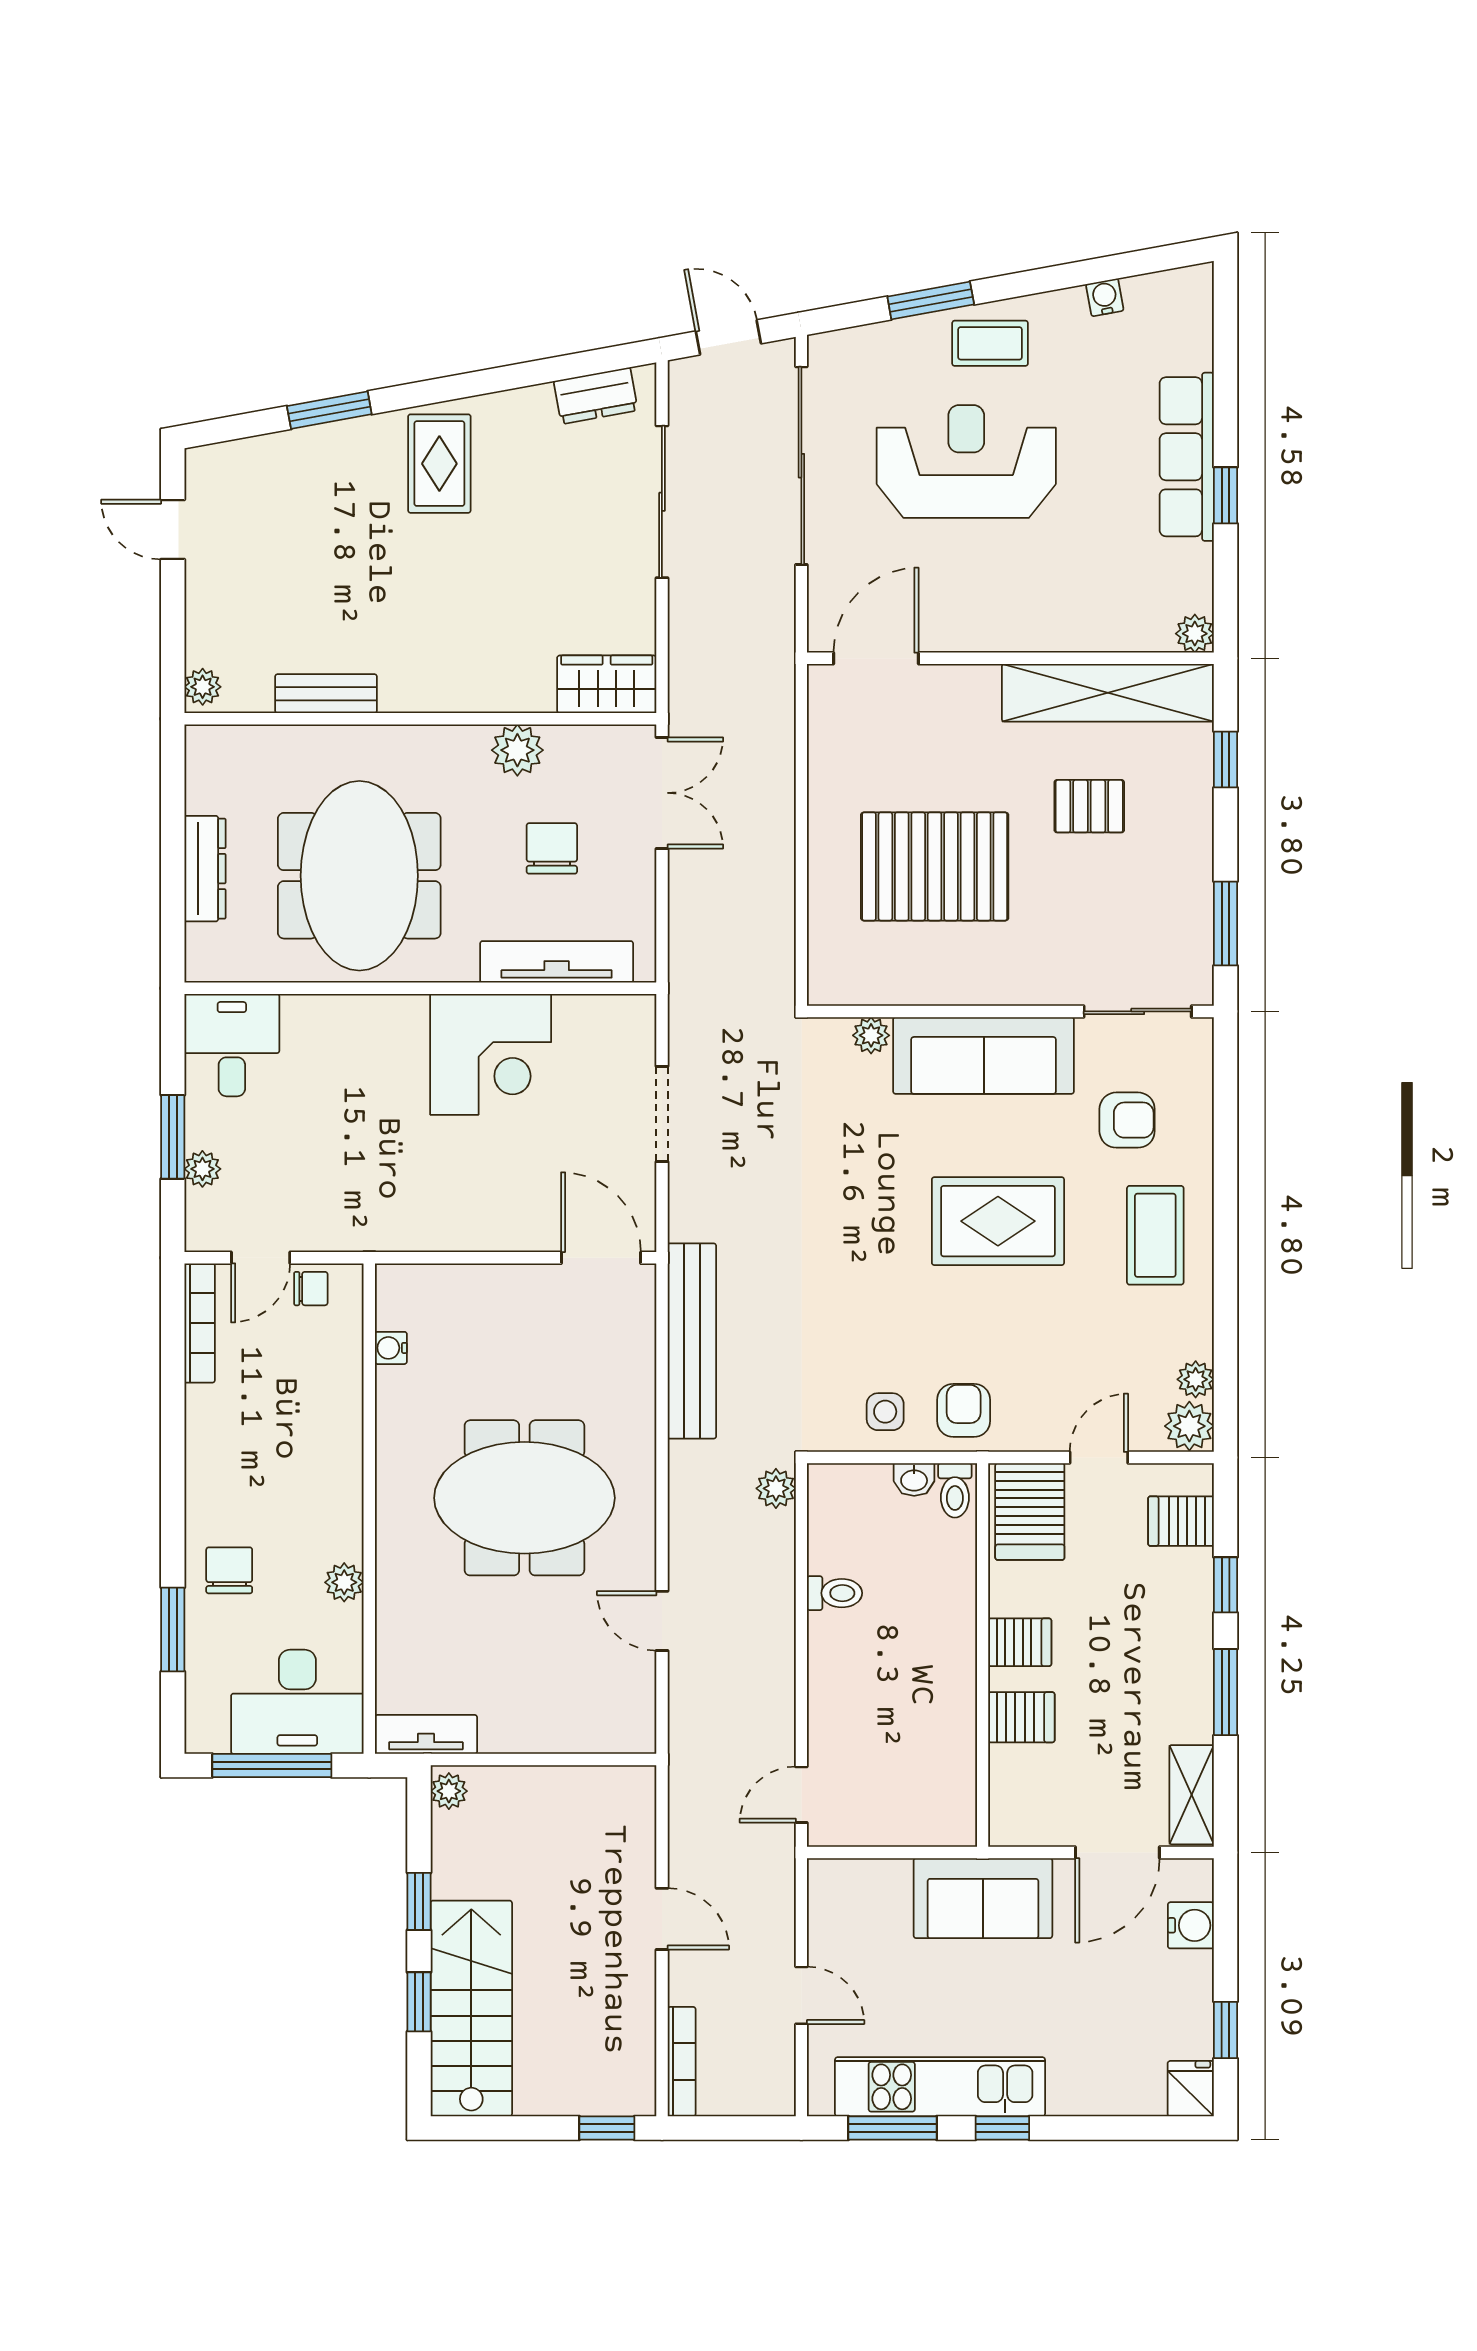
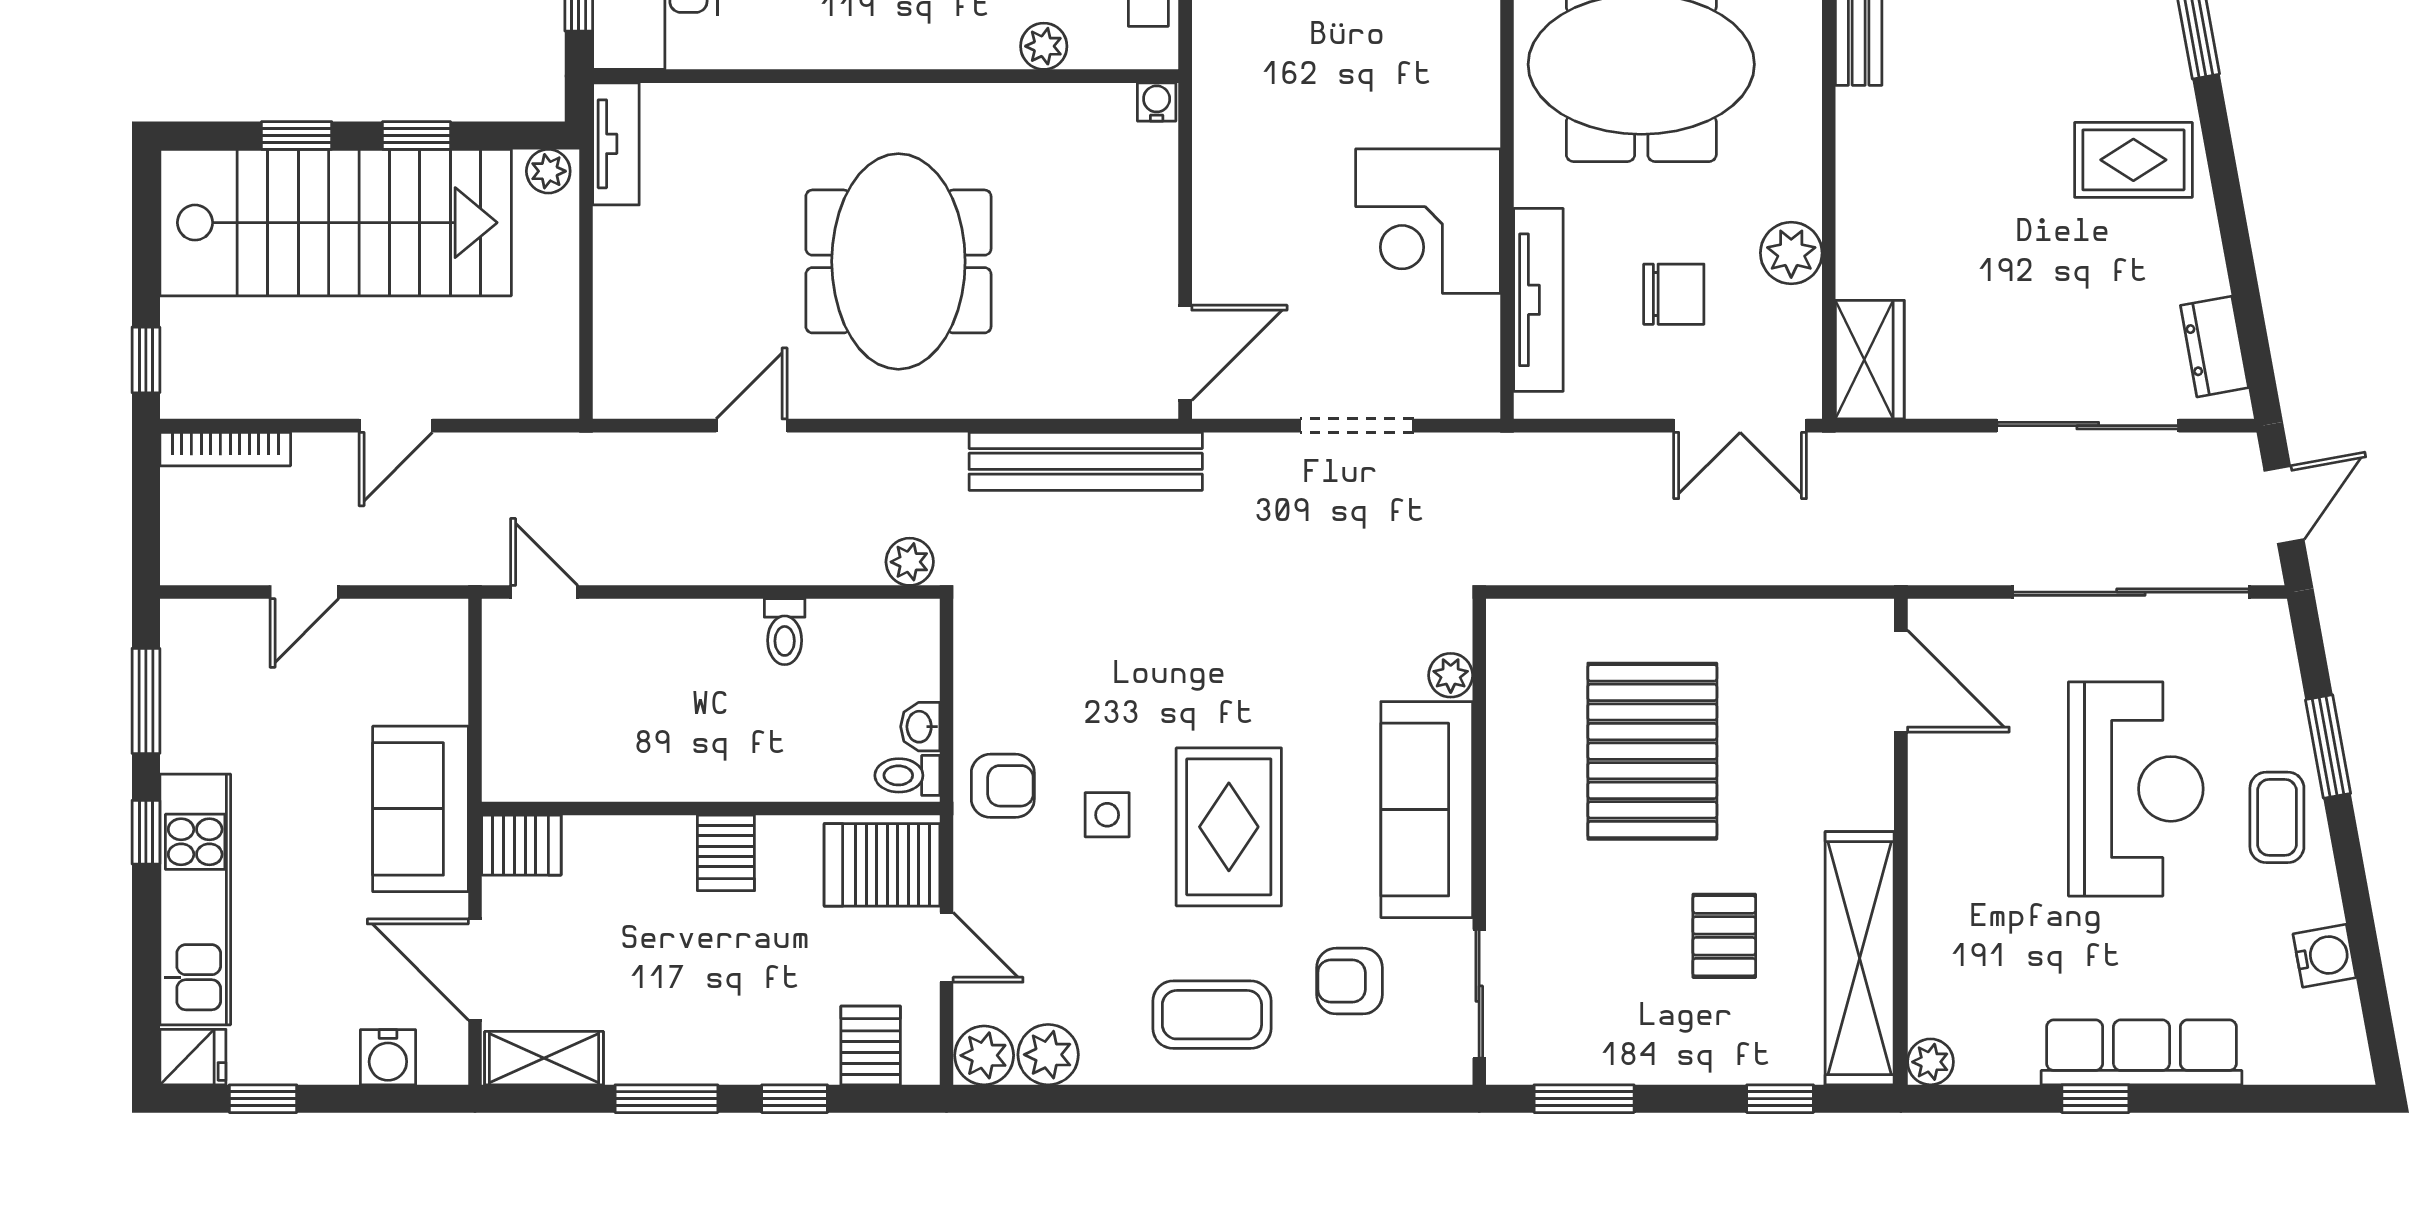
water cooler: (1105, 297) -> (2324, 956), width x1.38, depth x1.38
armchair: (1127, 1120) -> (1349, 981), turned 90
water cooler: (391, 1348) -> (1157, 102), moved
plant: (1196, 1379) -> (1048, 1055), width x1.38, depth x1.38
side table: (885, 1412) -> (1107, 815), moved
plant: (344, 1582) -> (1044, 46), moved
server rack: (1021, 1717) -> (521, 845), moved, turned -90
stairs: (471, 2008) -> (336, 223), width x1.36, depth x1.51
kitchen unit: (940, 2087) -> (195, 899), moved

